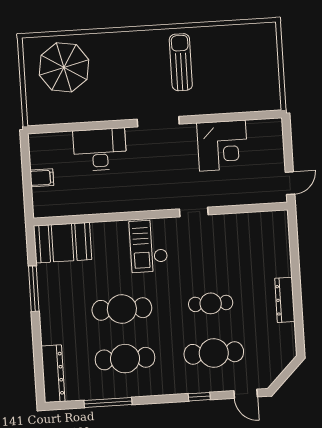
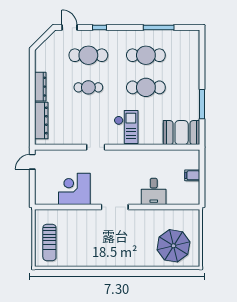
sun lounger: (181, 62) -> (49, 242), moved
desk: (100, 149) -> (154, 191), width x0.73
dresser: (53, 374) -> (41, 120), moved, turned 180

